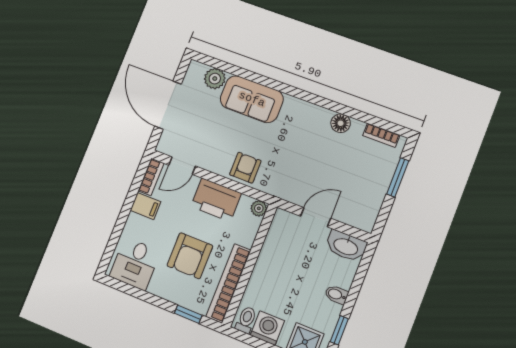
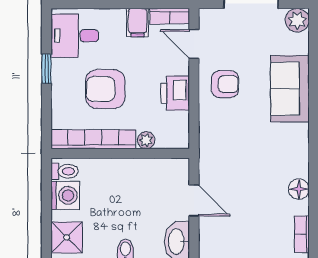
plant: (215, 79) -> (297, 20), moved
armchair: (245, 168) -> (225, 84), moved
printer: (216, 200) -> (175, 93), width x0.73, depth x0.84
plant: (259, 208) -> (146, 140), moved
window: (188, 314) -> (46, 69), moved

